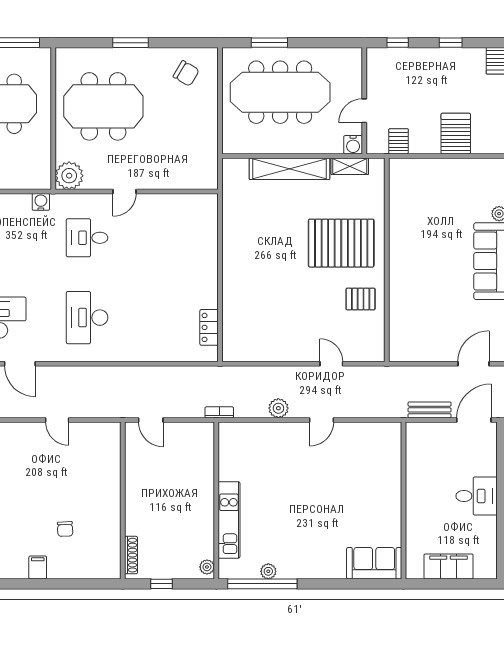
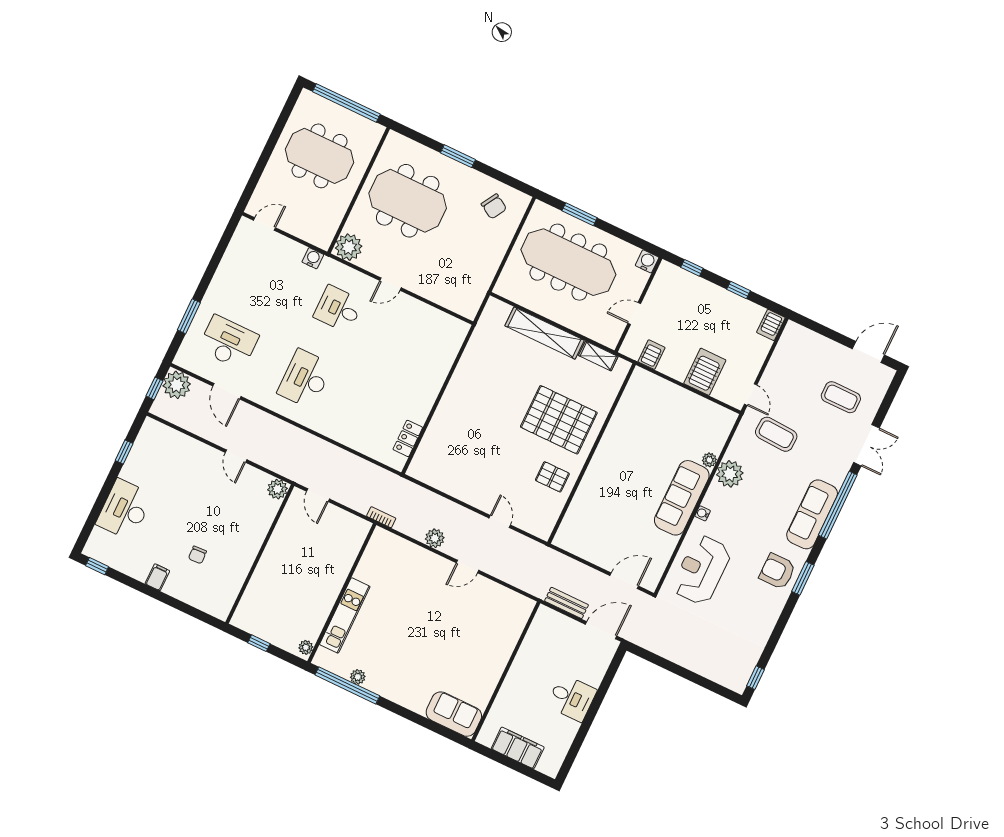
water cooler: (353, 145) -> (647, 261), moved, turned 180
plant: (110, 432) -> (278, 489), added
shoe rack: (131, 555) -> (244, 605), removed

